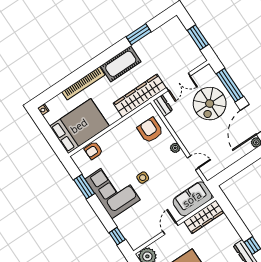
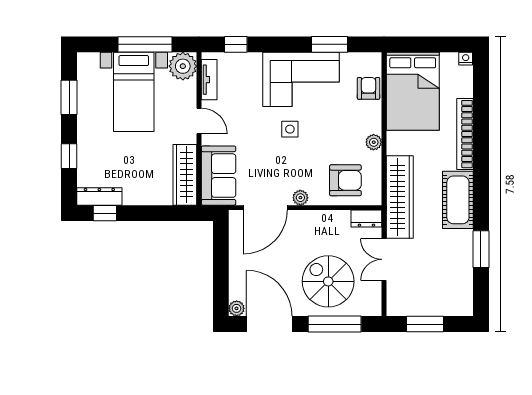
plant: (120, 129) -> (374, 142), added
door: (193, 163) -> (265, 208), width x1.88
tv unit: (145, 238) -> (209, 80), added

